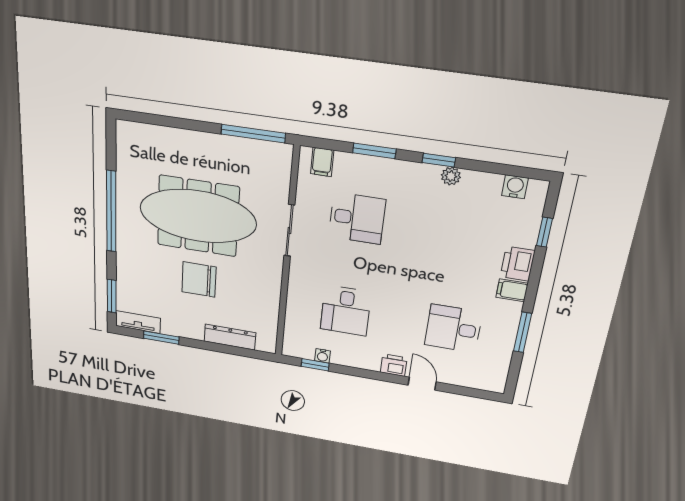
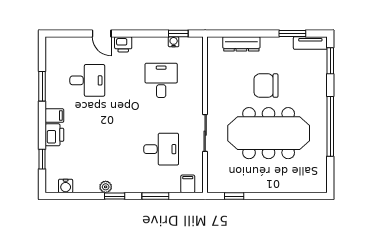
window: (253, 134) -> (234, 196), width x0.46
desk: (357, 218) -> (161, 149), turned 180
chair: (199, 279) -> (266, 86), turned 180

